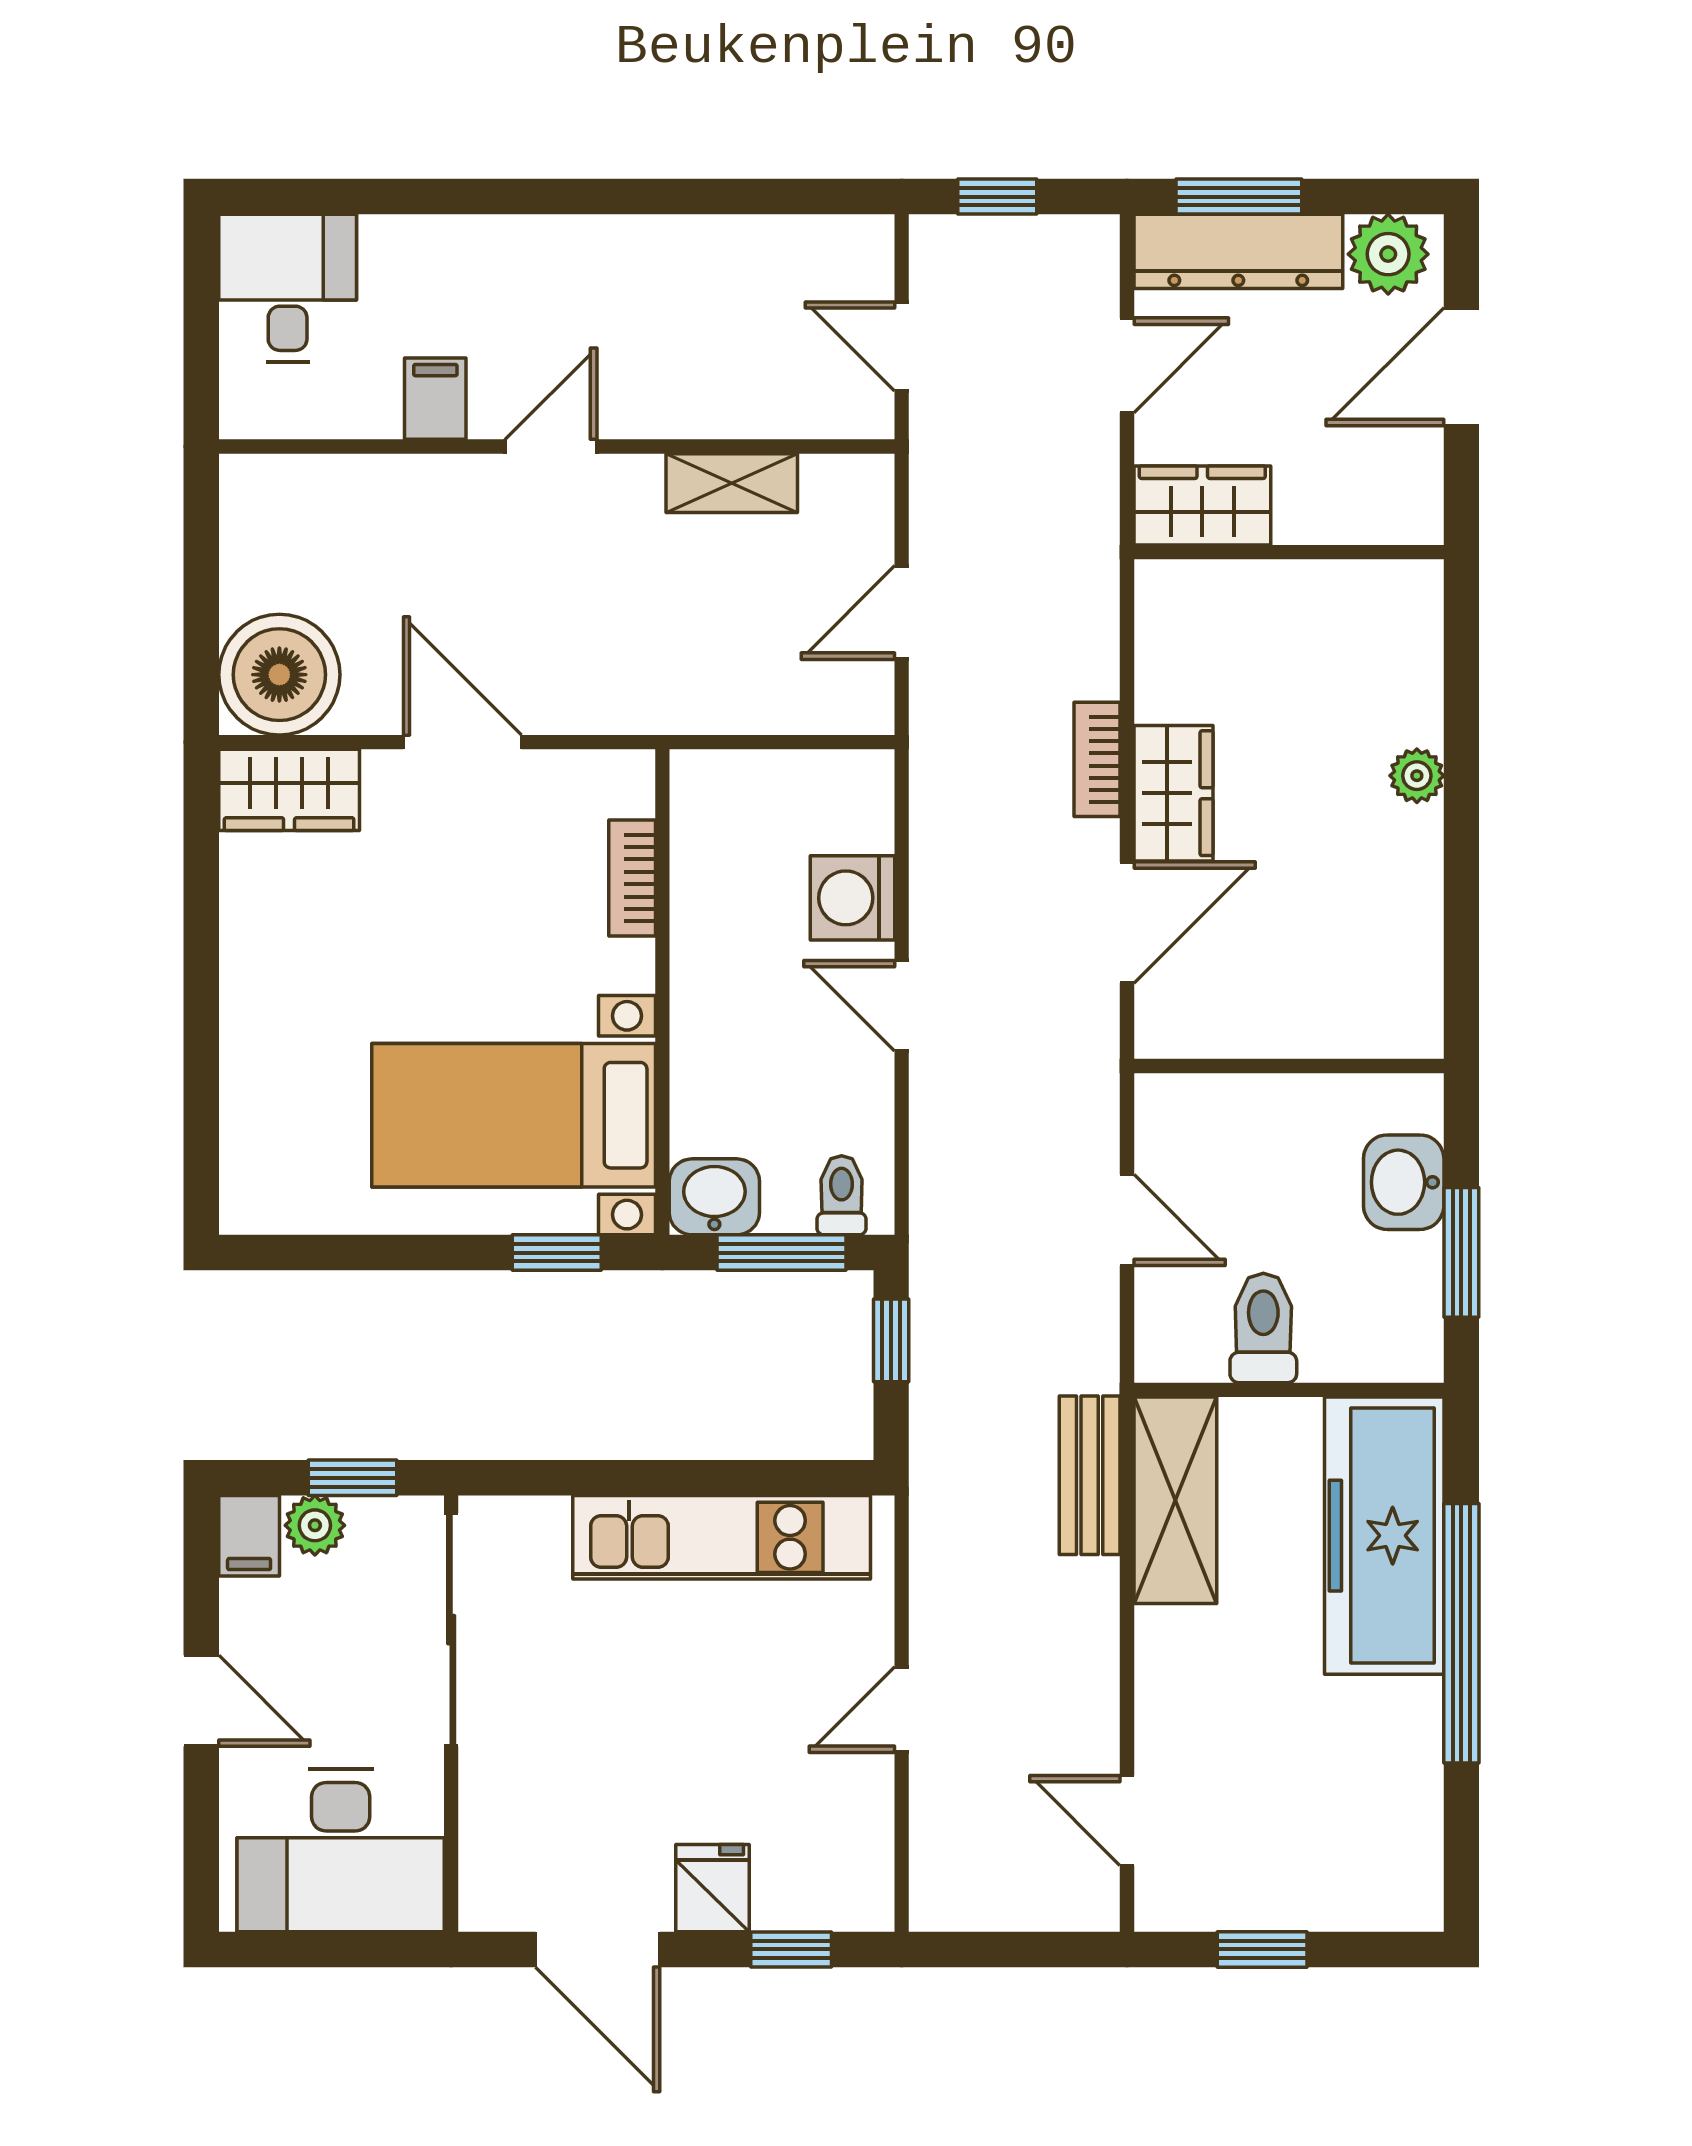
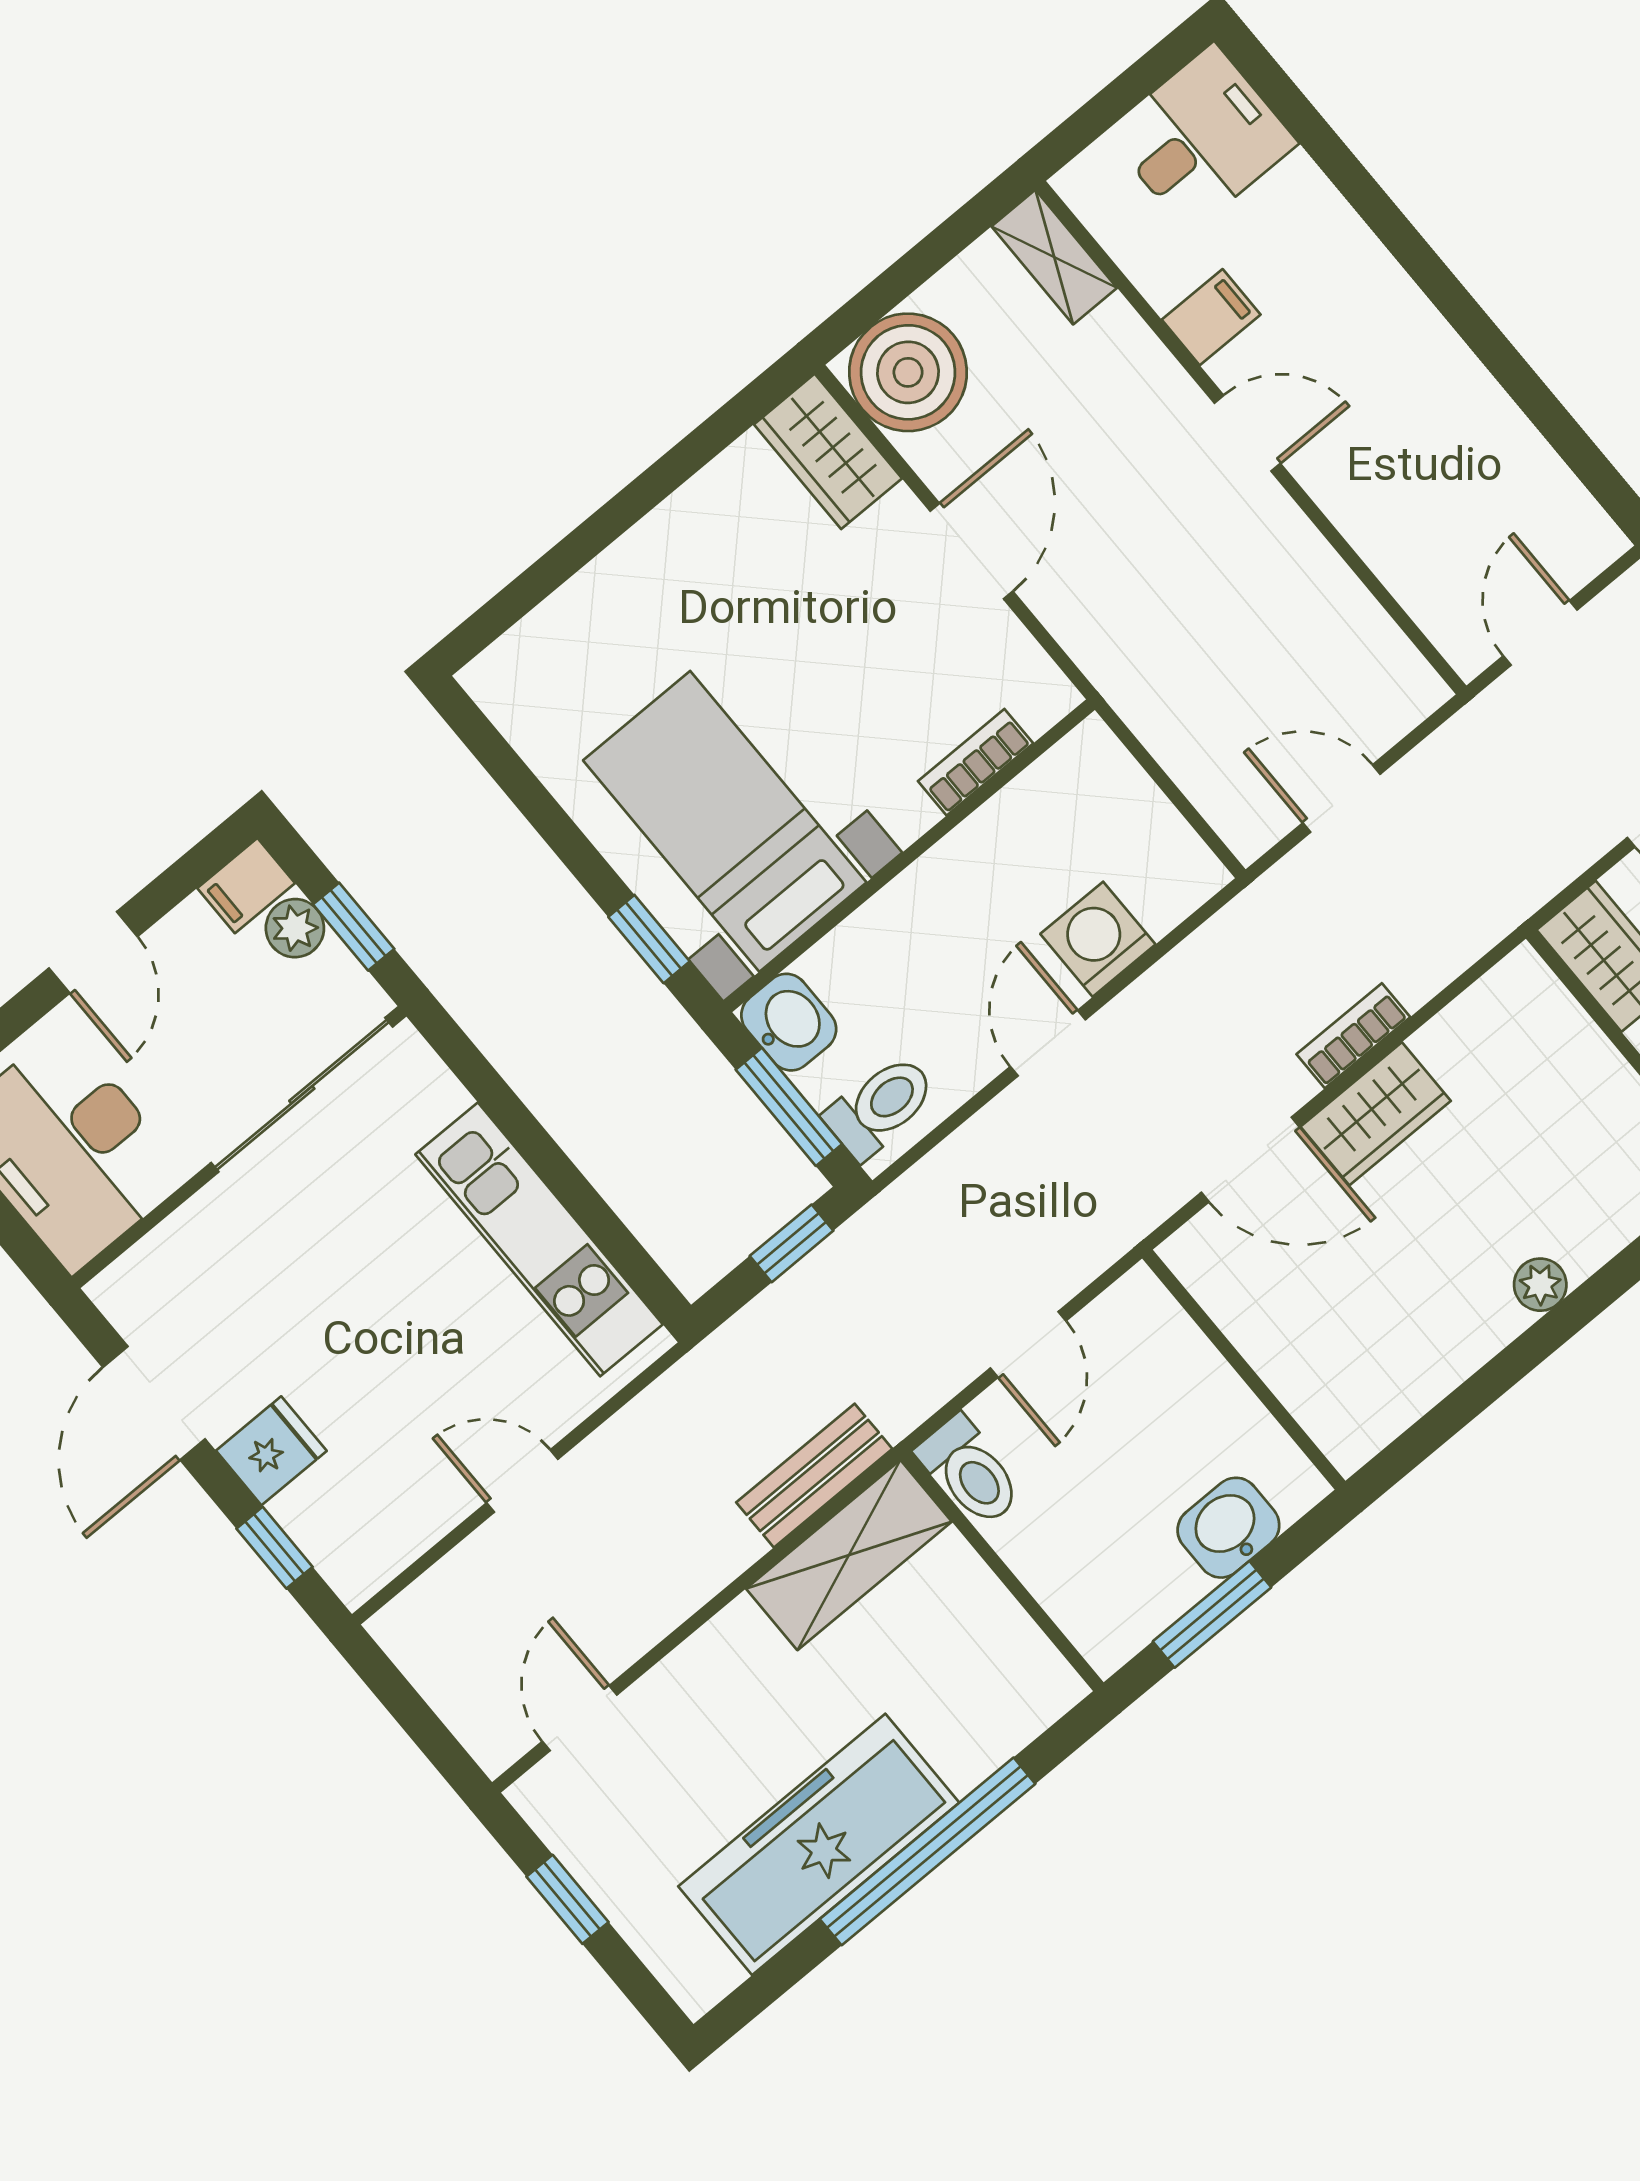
shelving: (732, 483) -> (1054, 257), moved
toilet: (842, 1195) -> (880, 1106), width x1.37, depth x1.39
toilet: (1263, 1328) -> (970, 1471), moved, turned 90
freezer: (1384, 1536) -> (819, 1844), moved

